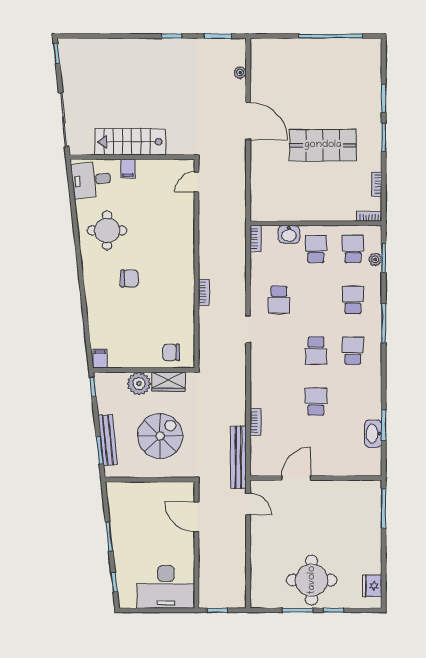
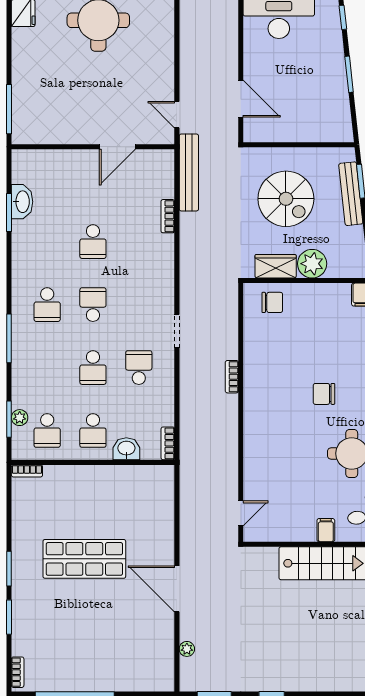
bookcase: (377, 184) -> (18, 672), moved
school desk: (353, 300) -> (93, 368), moved
spiral stairs: (160, 436) -> (286, 199), turned -90

